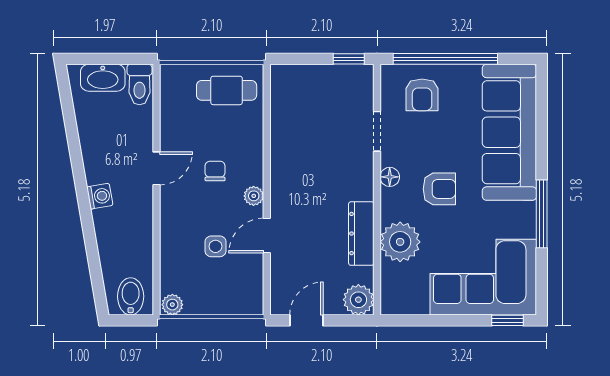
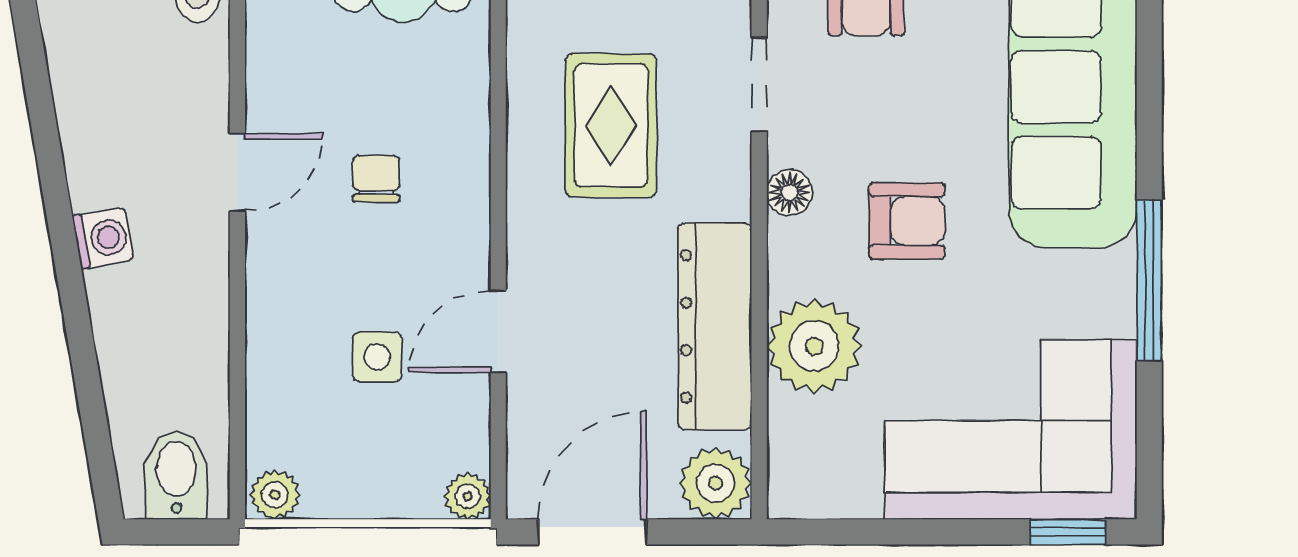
rug: (314, 149) -> (611, 125), added
plant: (254, 196) -> (468, 496), moved
dresser: (361, 234) -> (715, 326), width x1.37, depth x1.24
door: (306, 320) -> (592, 532), width x1.38

